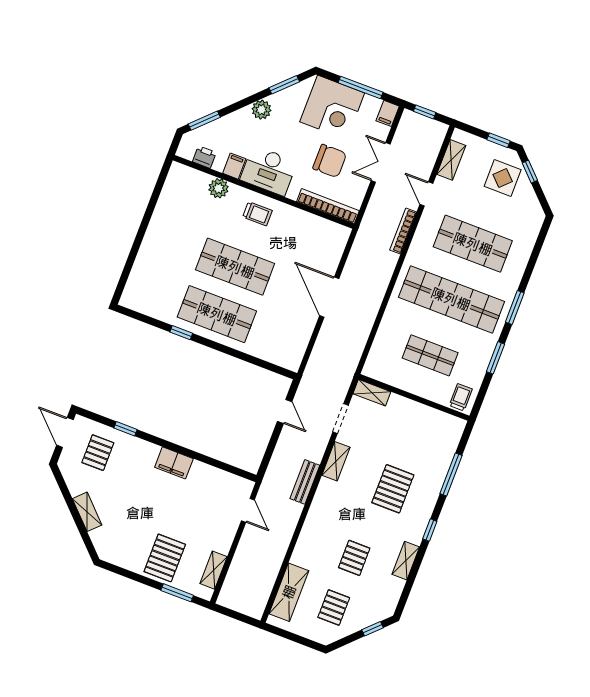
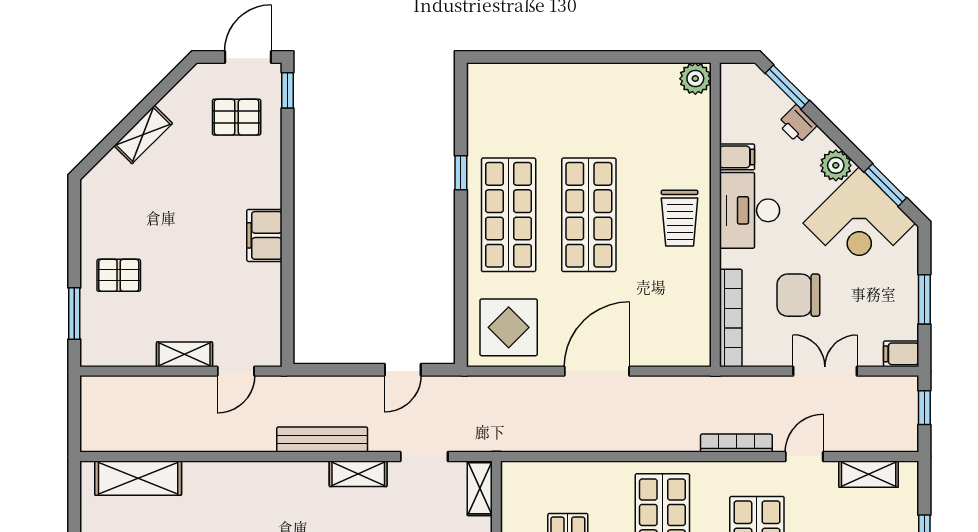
window: (361, 88) -> (924, 299), width x0.69
corner desk: (332, 107) -> (859, 223), moved, turned -45
printer: (204, 157) -> (797, 124), moved, turned 135
chair: (330, 161) -> (798, 295), turned 90
plant: (219, 188) -> (695, 79), moved
trolley: (257, 214) -> (680, 218), width x1.36, depth x1.39
display table: (283, 339) -> (509, 327), added
window: (125, 429) -> (287, 90), moved
bench: (305, 482) -> (322, 440), width x1.36
pallet: (165, 558) -> (119, 275), width x0.67, depth x0.71
shelving: (214, 570) -> (185, 354), moved

